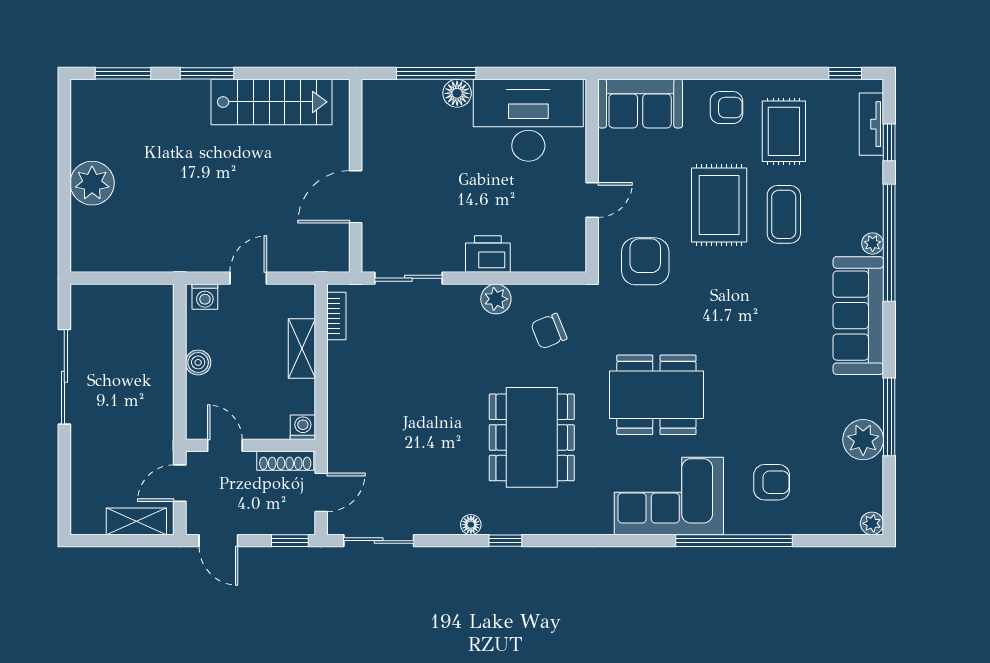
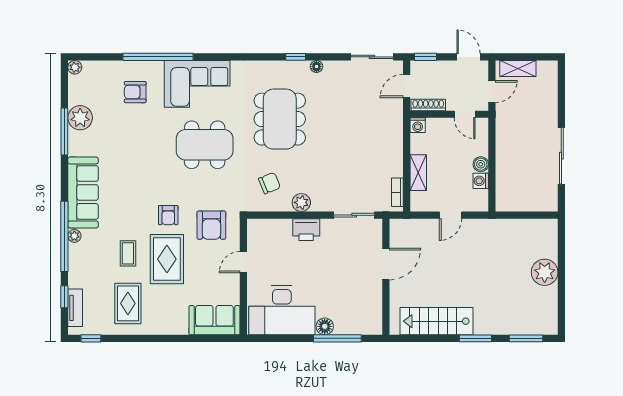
armchair: (726, 108) -> (168, 215), moved, turned -90
coffee table: (784, 214) -> (128, 253), width x0.73, depth x0.77
washing machine: (205, 297) -> (481, 181), moved, turned -90

